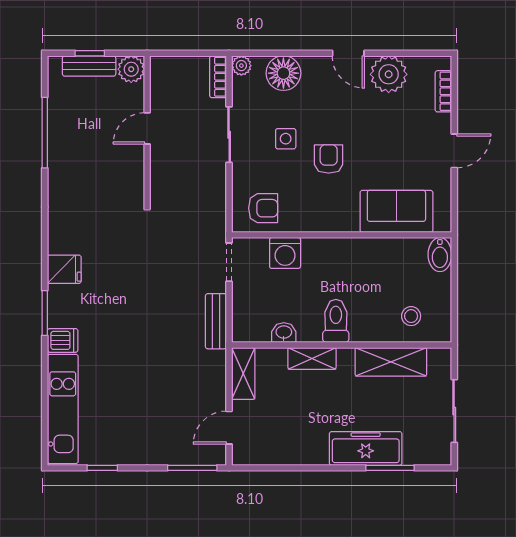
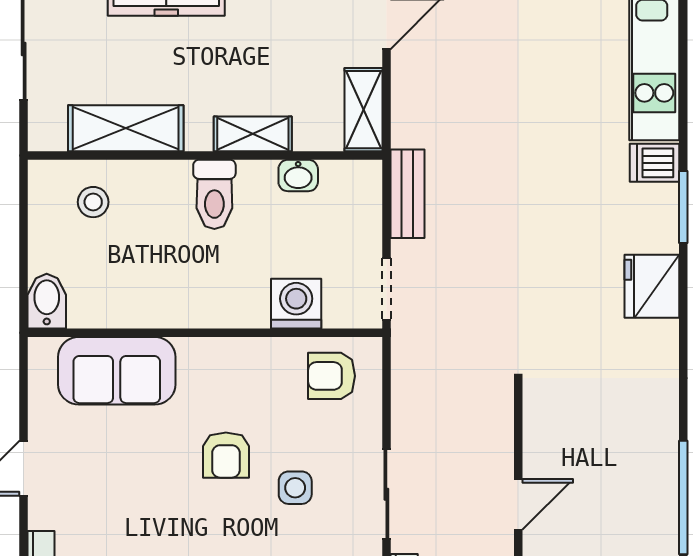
fridge: (64, 269) -> (652, 286), width x1.38

